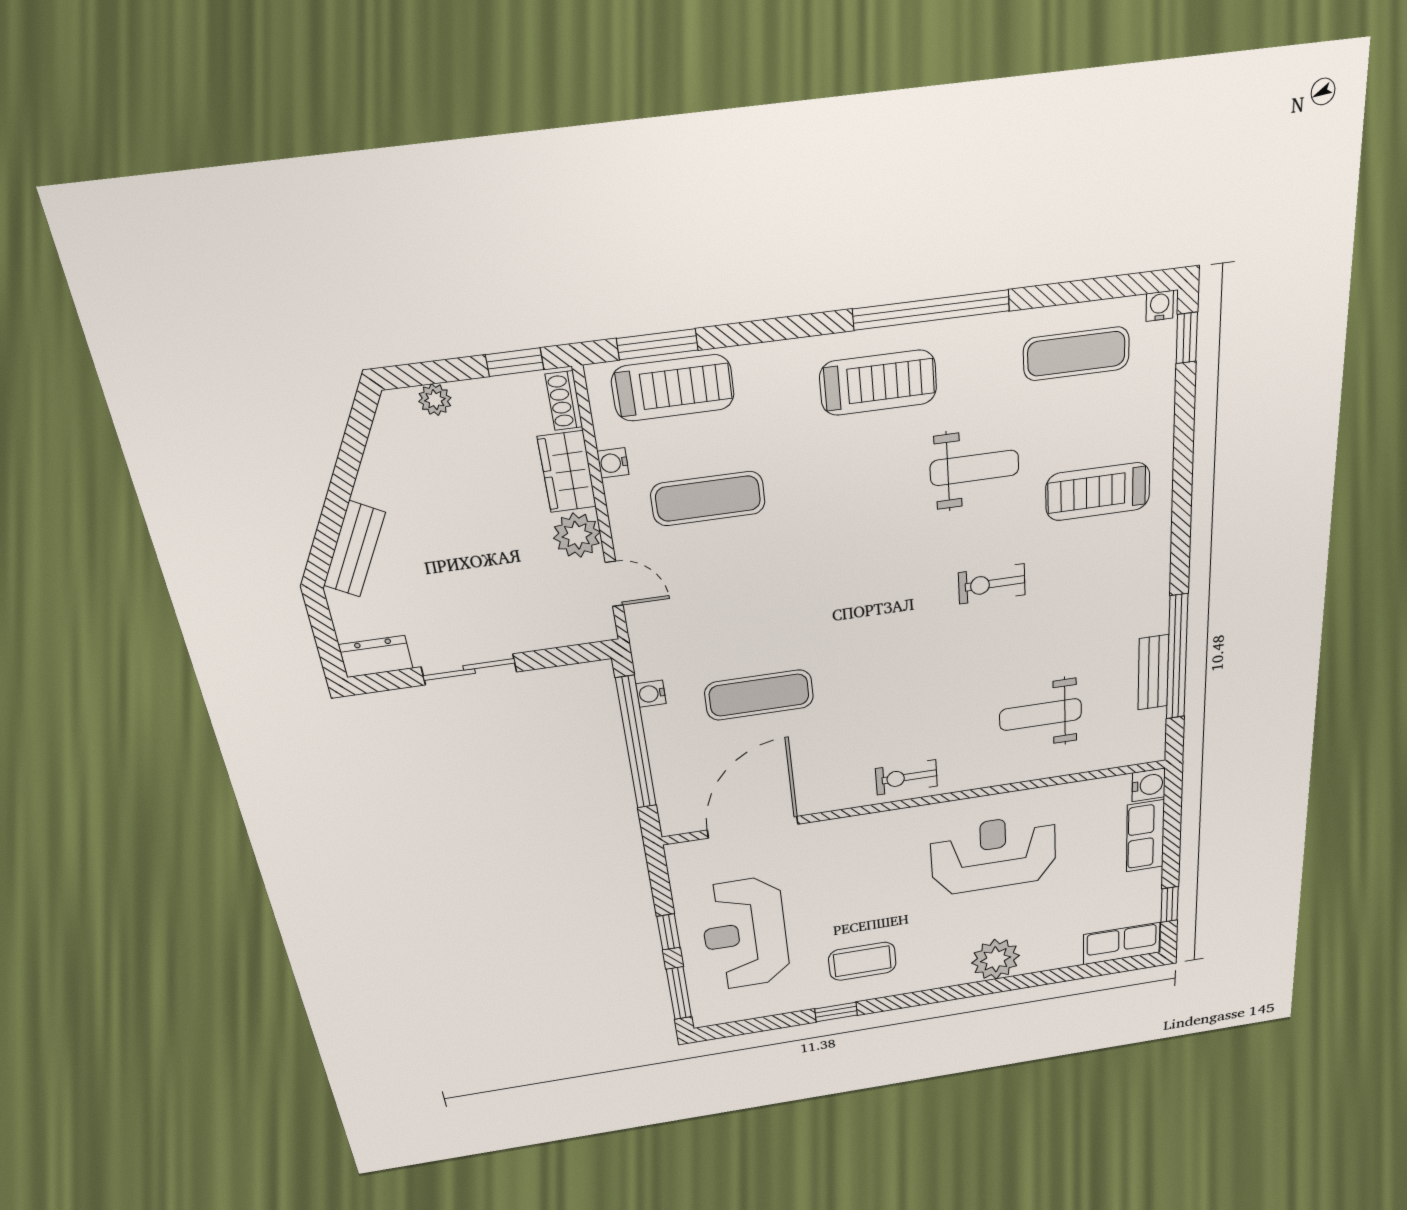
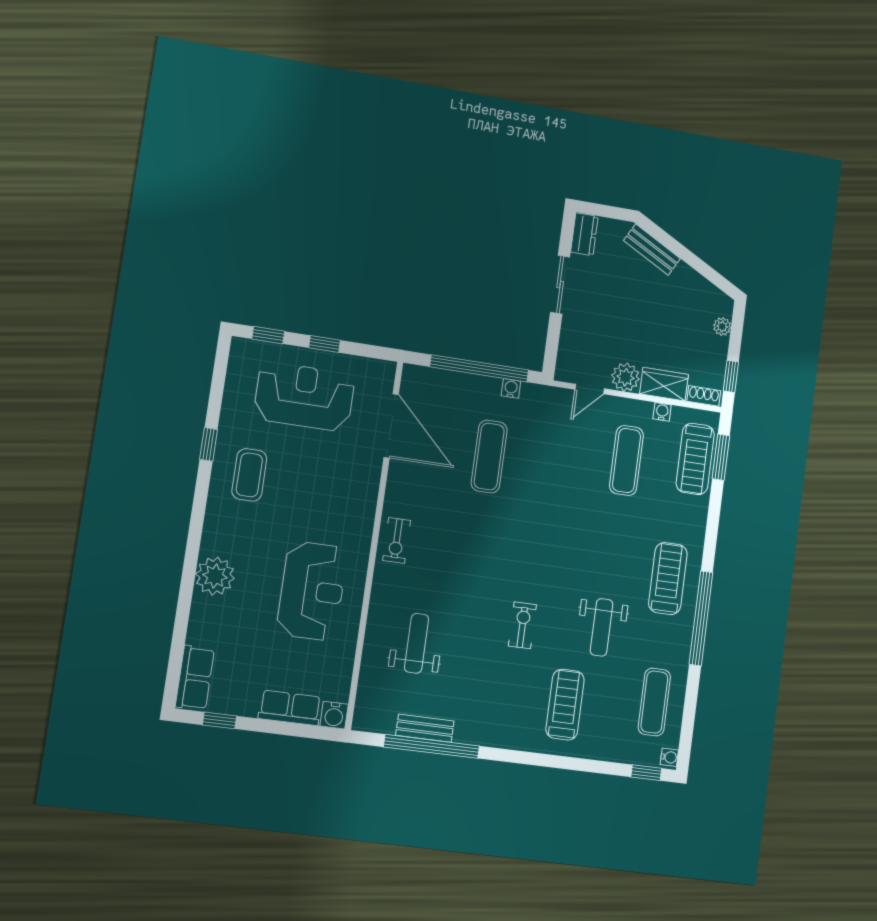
treadmill: (878, 383) -> (668, 579), turned 180
exercise bike: (906, 777) -> (397, 540), turned 180
window: (679, 993) -> (268, 335), width x0.67

